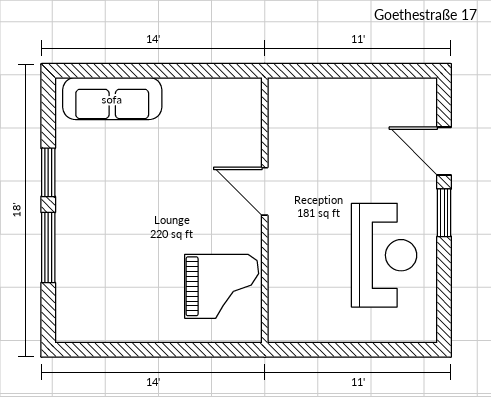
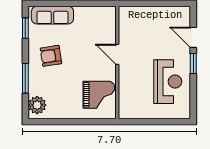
window: (48, 172) -> (25, 28), moved
armchair: (109, 195) -> (51, 56), added
plant: (76, 311) -> (37, 105), added

